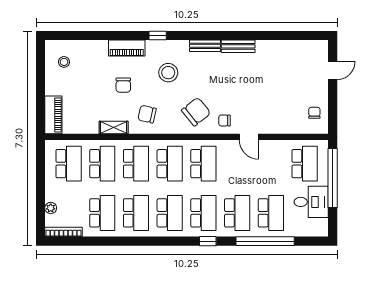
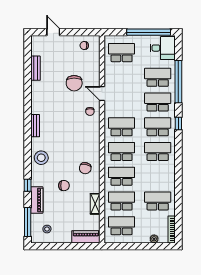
window: (74, 36) -> (28, 222), added
window: (158, 36) -> (28, 185), moved
bench: (238, 46) -> (36, 68), moved
piano: (127, 48) -> (37, 200), moved
stool: (168, 73) -> (41, 158), moved
chair: (196, 112) -> (74, 83), moved, turned -141
shelving: (114, 128) -> (95, 204), moved
door: (249, 137) -> (102, 94), swing flipped
window: (333, 178) -> (149, 32), moved
desk: (311, 202) -> (163, 48), moved, turned 90
school desk: (136, 213) -> (158, 176), removed

